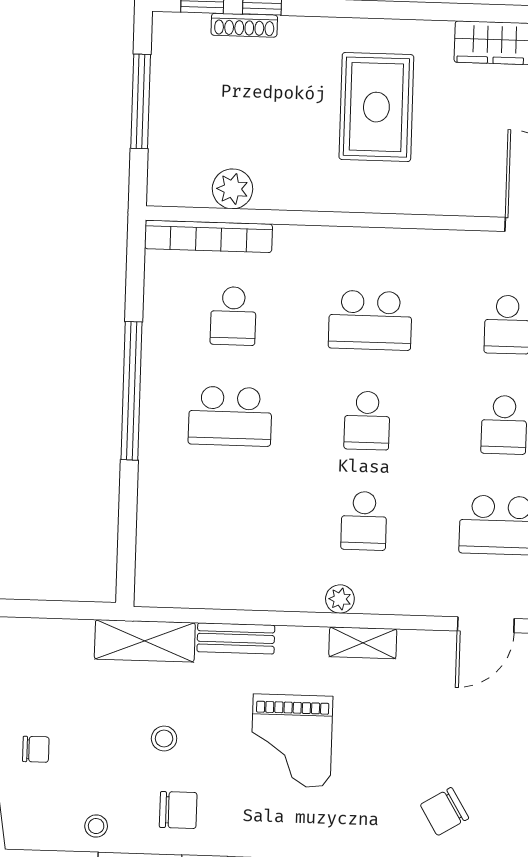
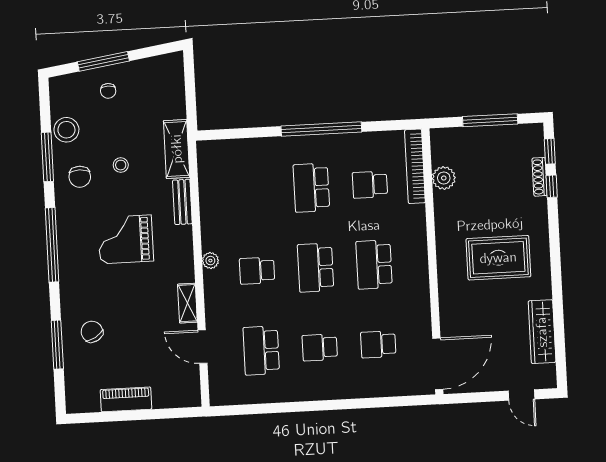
school desk: (367, 421) -> (316, 268), width x1.85
shelving: (363, 643) -> (187, 303), moved
stool: (96, 826) -> (66, 130), width x1.89, depth x1.89

